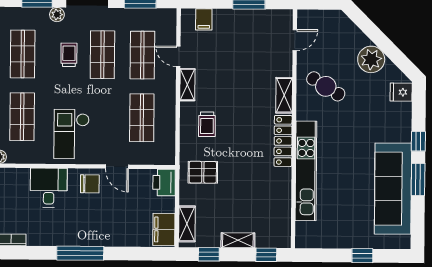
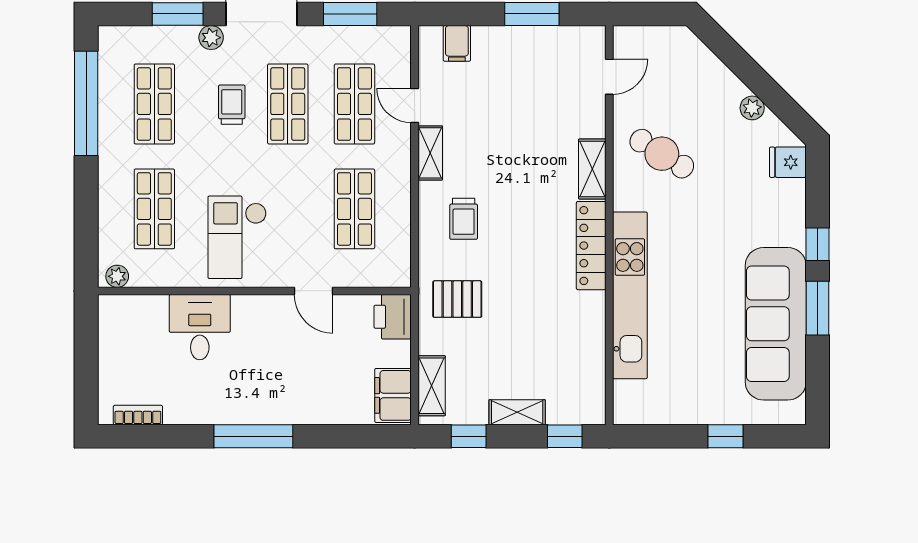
plant: (371, 59) -> (752, 108), width x0.53, depth x0.53
chair: (90, 184) -> (268, 320), removed

